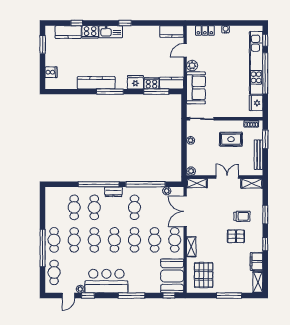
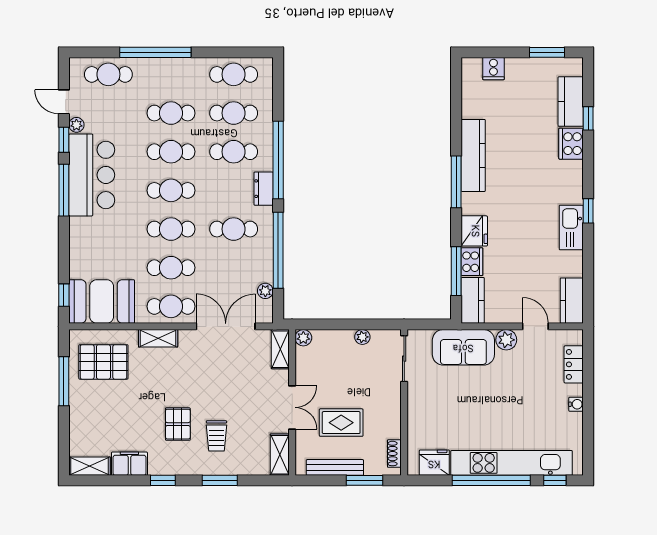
kitchen sink: (111, 32) -> (571, 228), moved
rug: (231, 139) -> (341, 423), moved, turned 90
cafe table: (54, 240) -> (234, 74), moved
window: (131, 296) -> (64, 190), moved
window: (229, 296) -> (64, 381), moved

